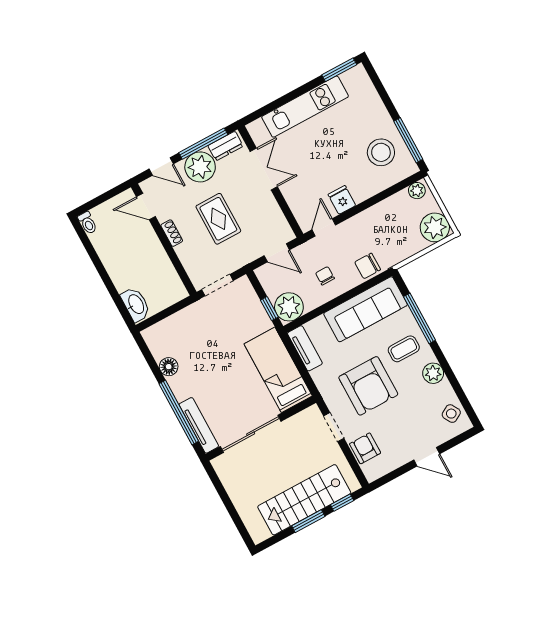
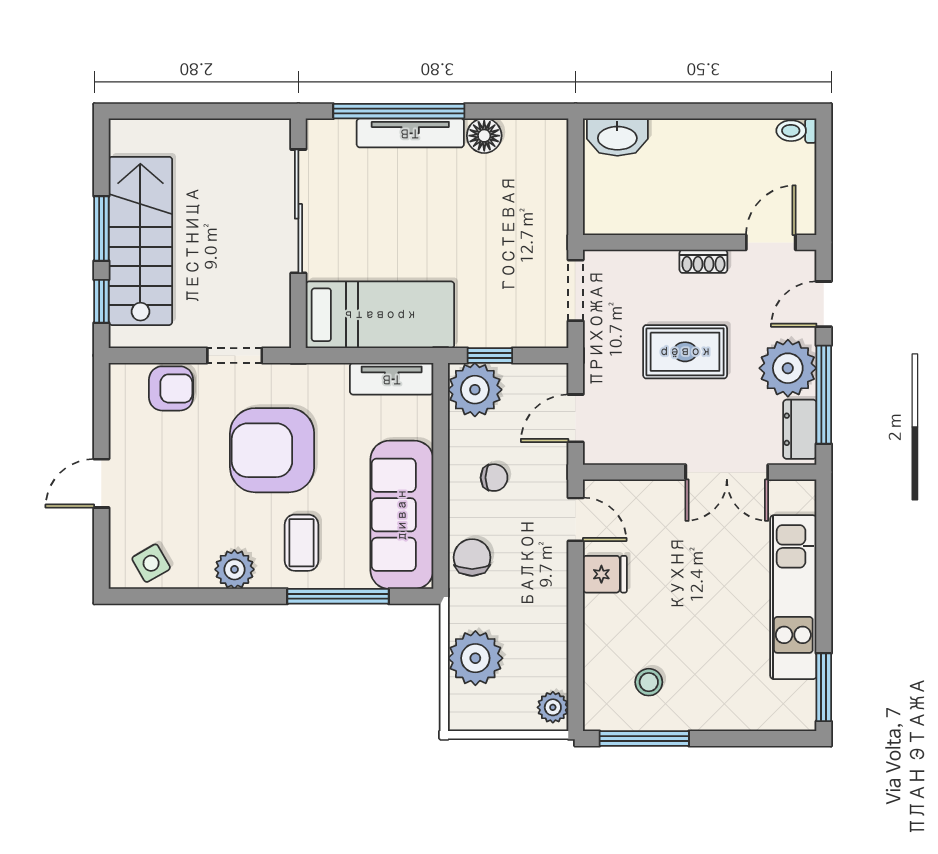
stool: (381, 152) -> (649, 682), width x0.53, depth x0.53
plant: (435, 227) -> (475, 658), moved
tv unit: (199, 425) -> (410, 133), moved

